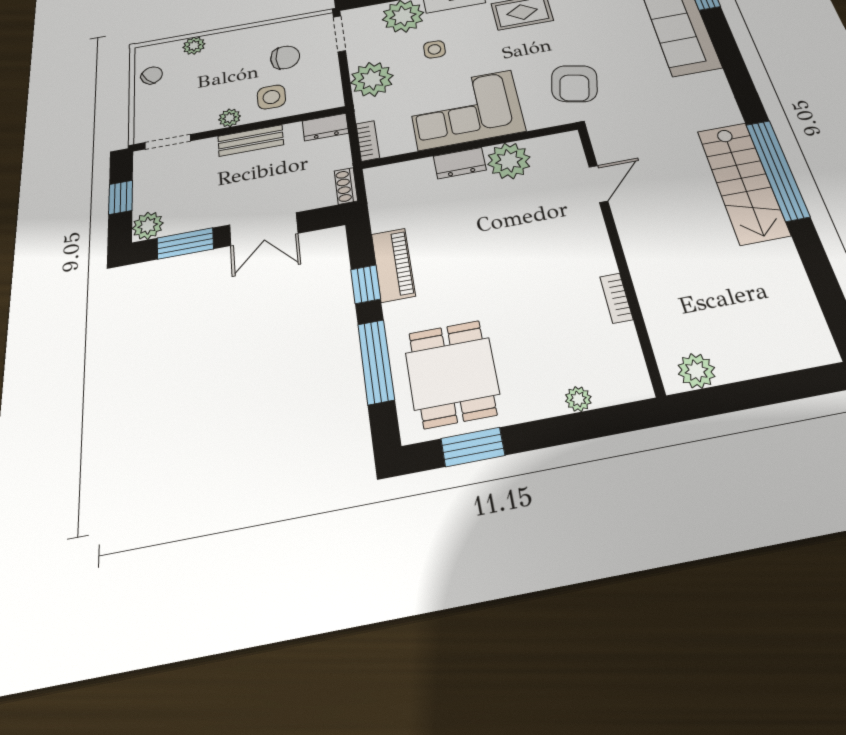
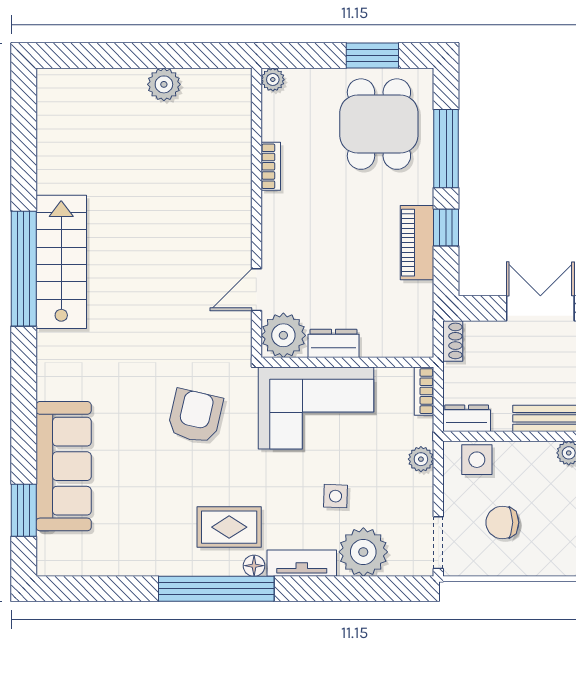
plant: (372, 79) -> (421, 459), width x0.53, depth x0.53
side table: (271, 97) -> (477, 460), moved
door: (598, 184) -> (256, 290), moved
wall: (618, 251) -> (256, 213), moved
bookcase: (616, 298) -> (271, 166), moved

